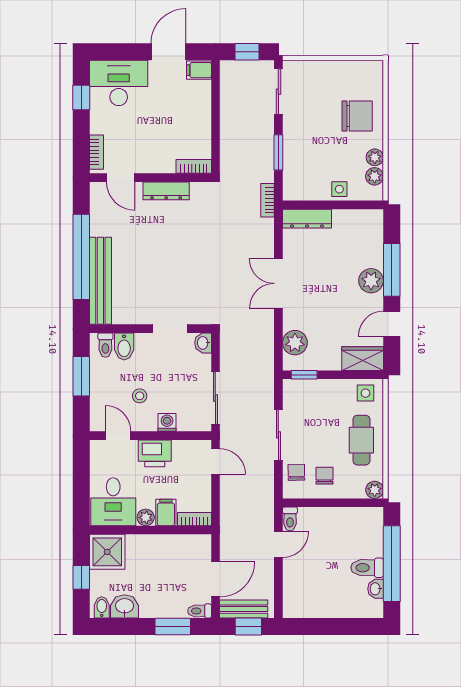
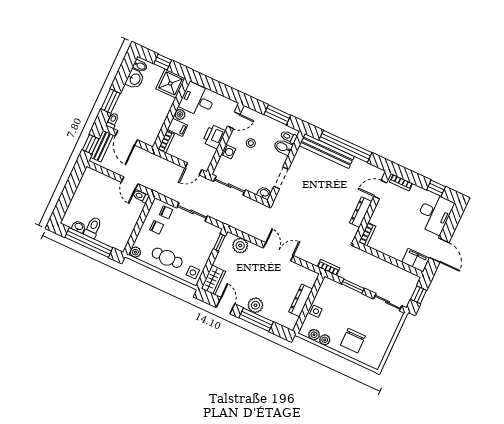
filing cabinet: (199, 70) -> (415, 260), width x2.00
dresser: (307, 219) -> (301, 300), moved

